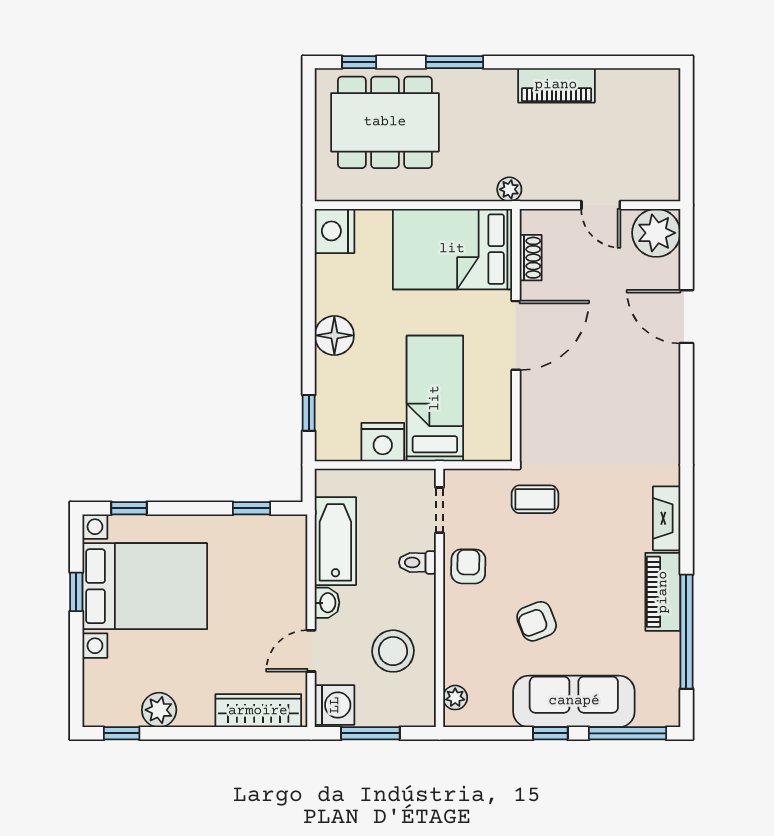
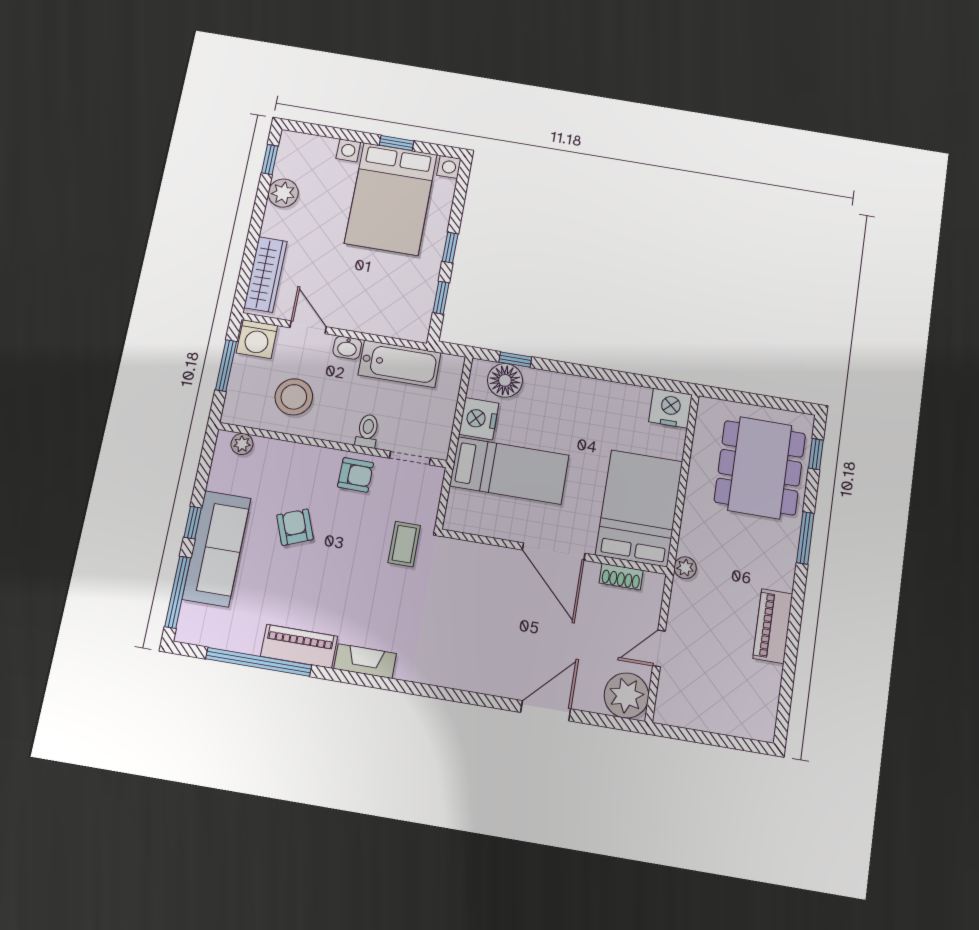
floor lamp: (334, 335) -> (505, 380), moved
window: (129, 508) -> (450, 248), moved

